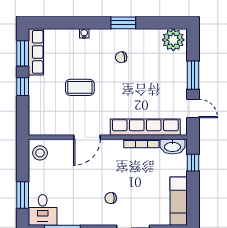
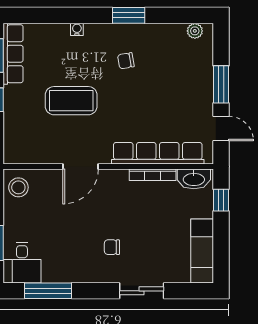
plant: (173, 40) -> (195, 31), width x0.53, depth x0.53
coffee table: (80, 87) -> (71, 101), width x1.36, depth x1.32

